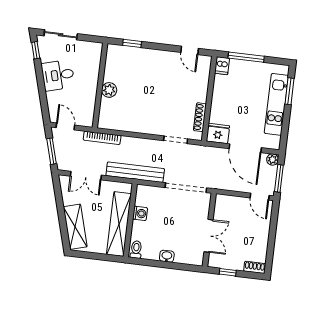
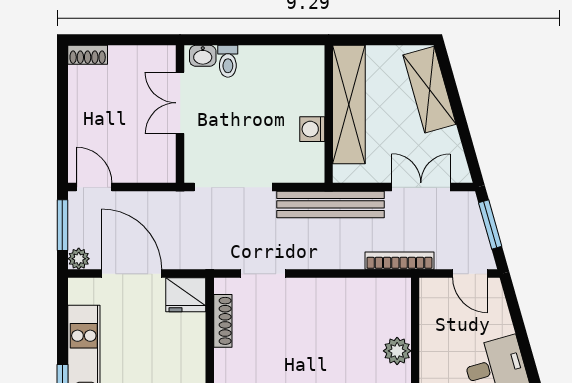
toilet: (136, 250) -> (228, 61), moved
washbasin: (167, 256) -> (203, 56), moved
window: (228, 272) -> (137, 40), removed

